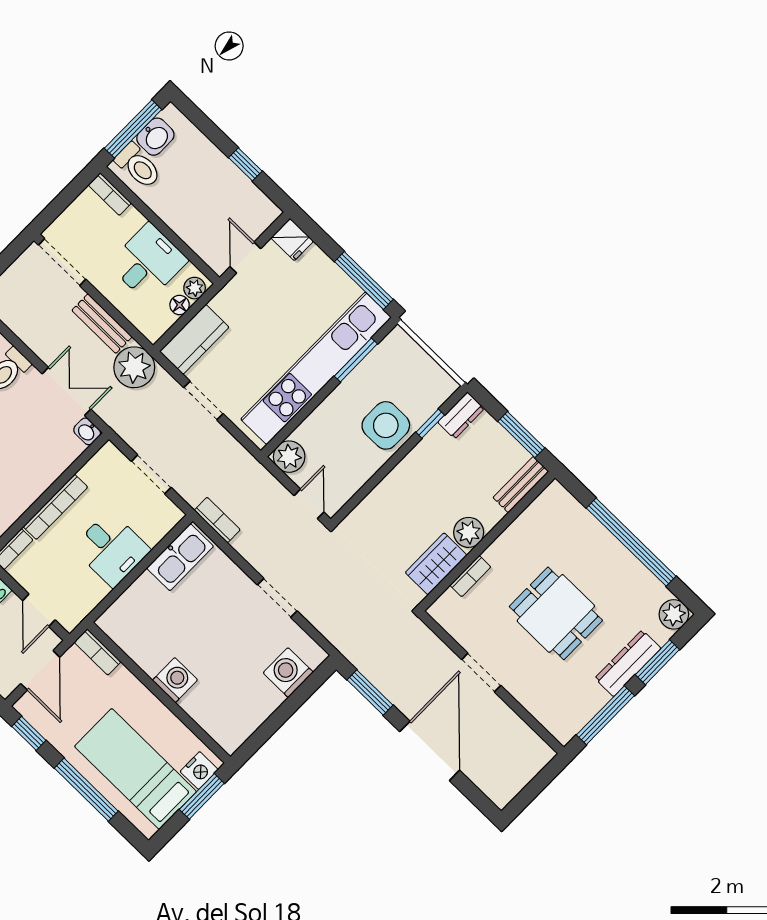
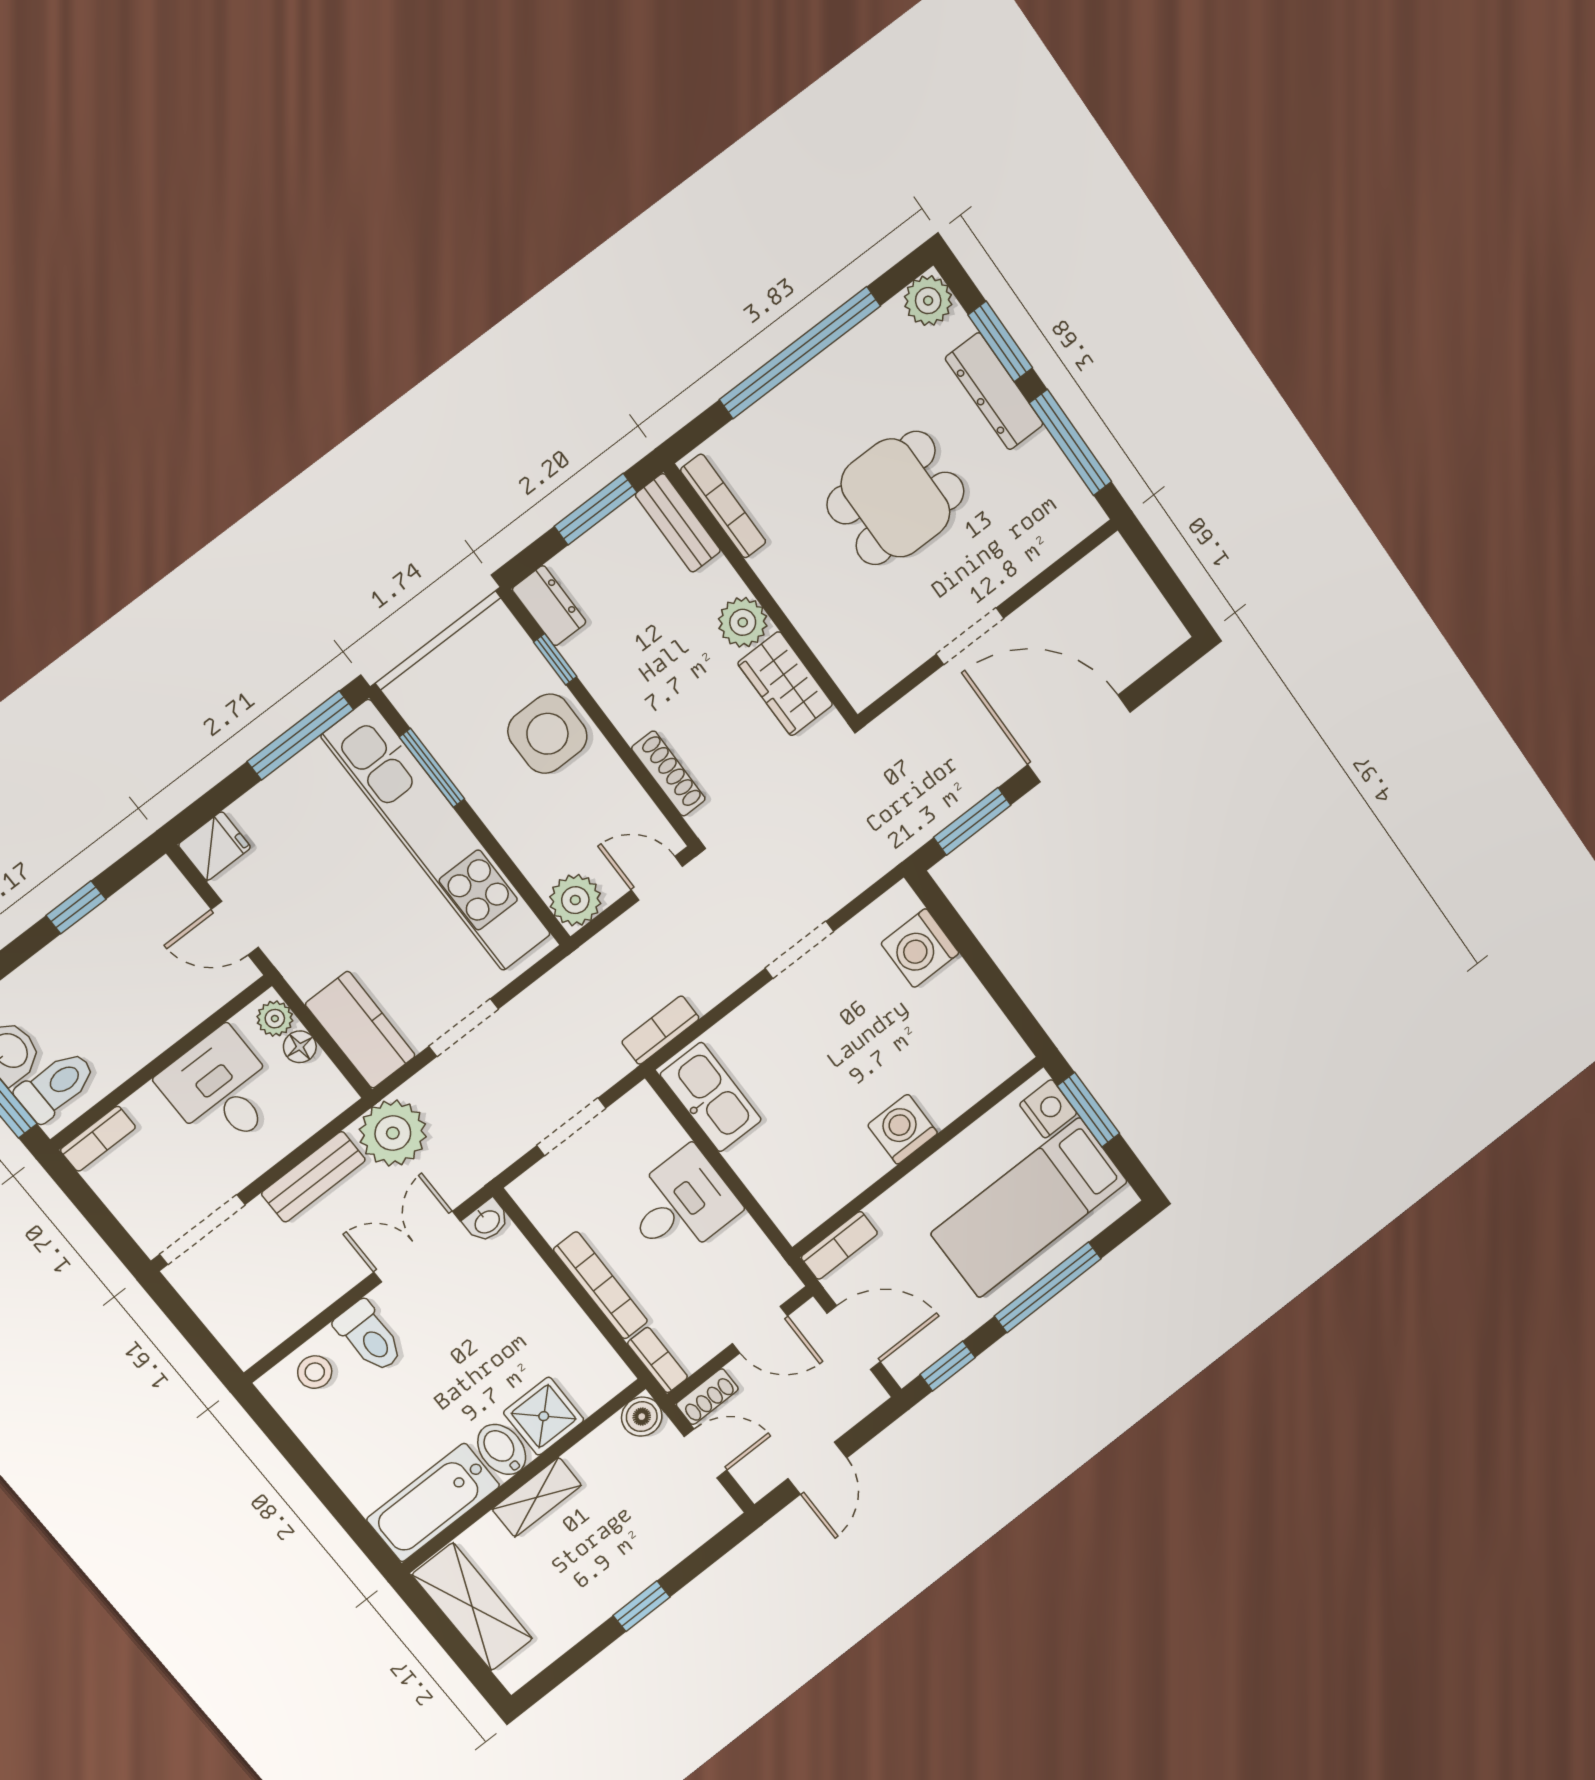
shoe rack: (373, 501) -> (668, 774), added
bookcase: (470, 576) -> (723, 506), moved, width x1.56

